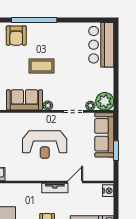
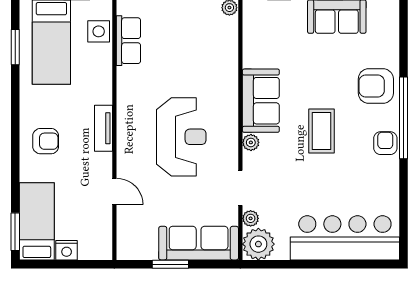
armchair: (48, 30) -> (385, 143), added
bar counter: (101, 45) -> (345, 238), width x1.36
reception desk: (45, 145) -> (181, 137), turned 180
tv unit: (55, 188) -> (104, 128), moved
nightstand: (108, 191) -> (67, 250), moved

